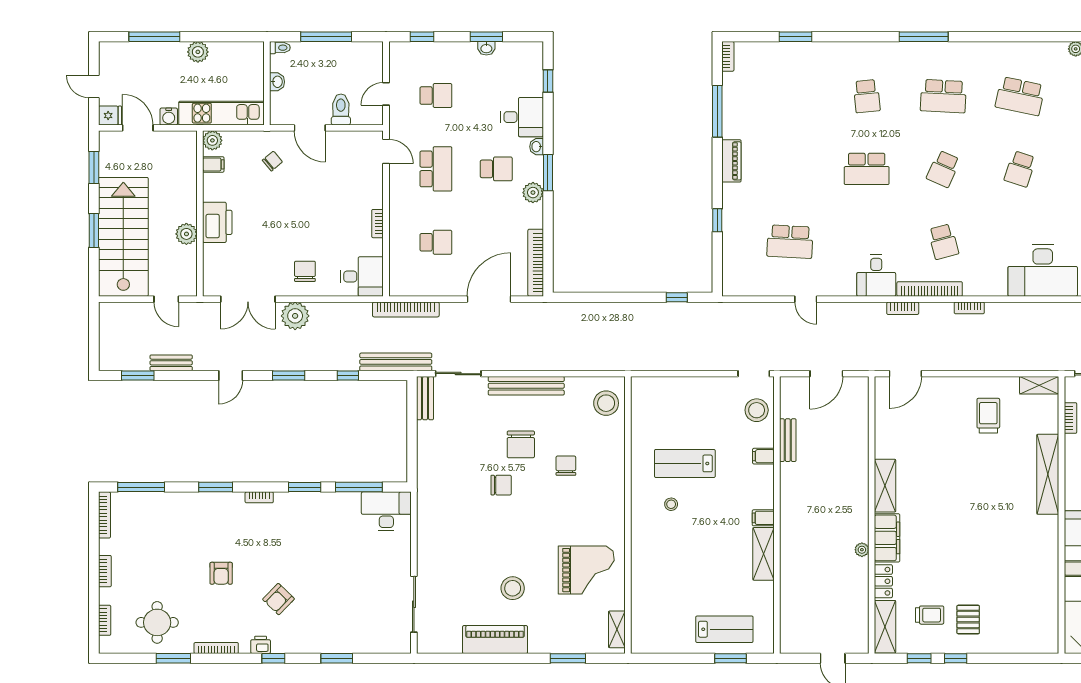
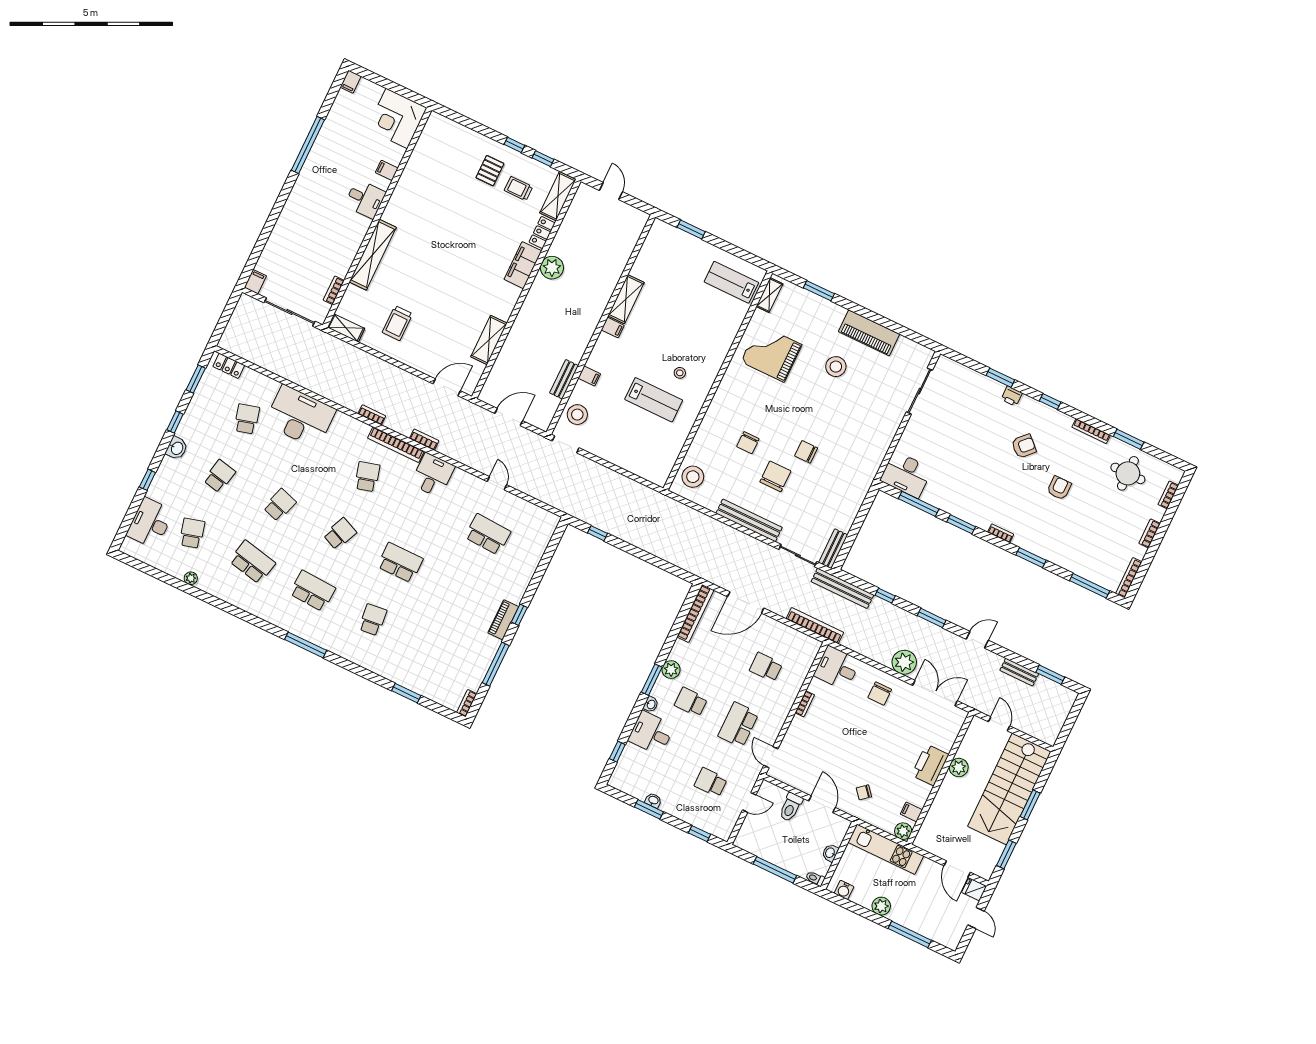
water cooler: (169, 117) -> (844, 890), moved, turned 180
window: (717, 220) -> (519, 615), moved
shelving: (885, 486) -> (489, 340), moved
plant: (862, 550) -> (552, 268), width x1.87, depth x1.87
lab bench: (724, 629) -> (731, 282), moved
printer: (261, 645) -> (1012, 396), moved

